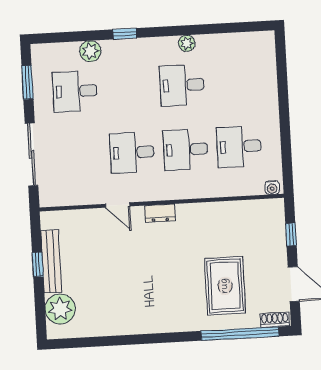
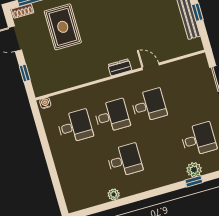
window: (125, 34) -> (194, 181), moved
plant: (187, 43) -> (114, 194), moved

